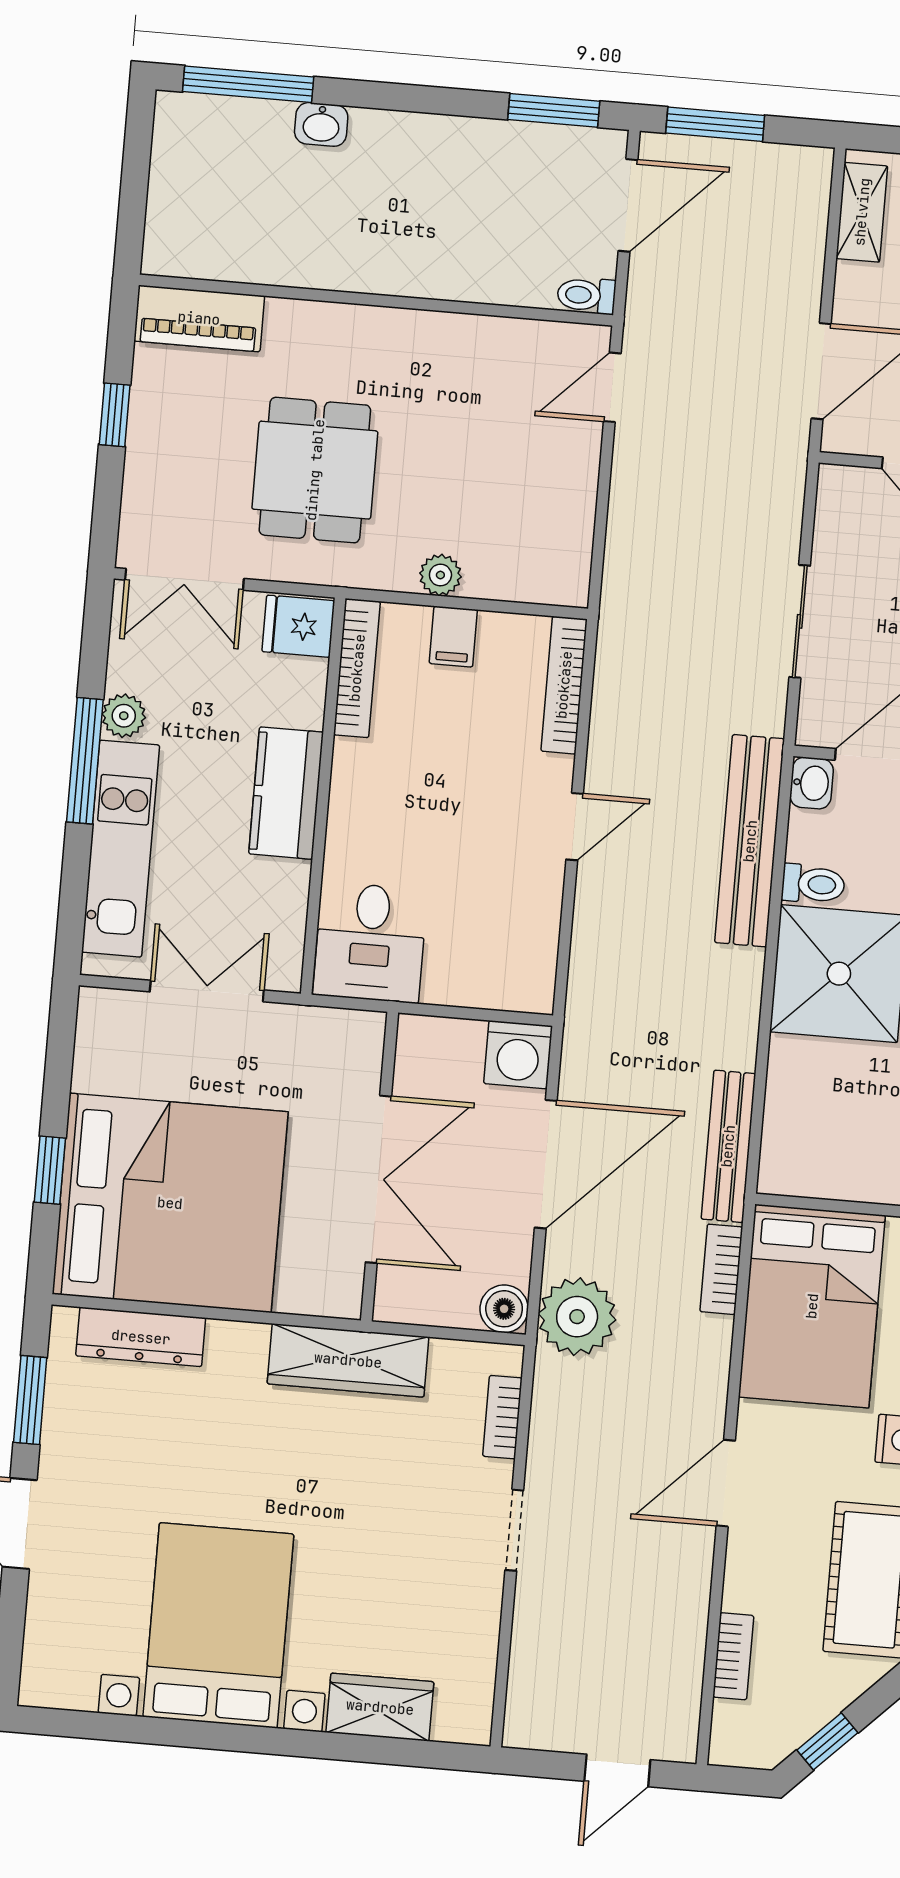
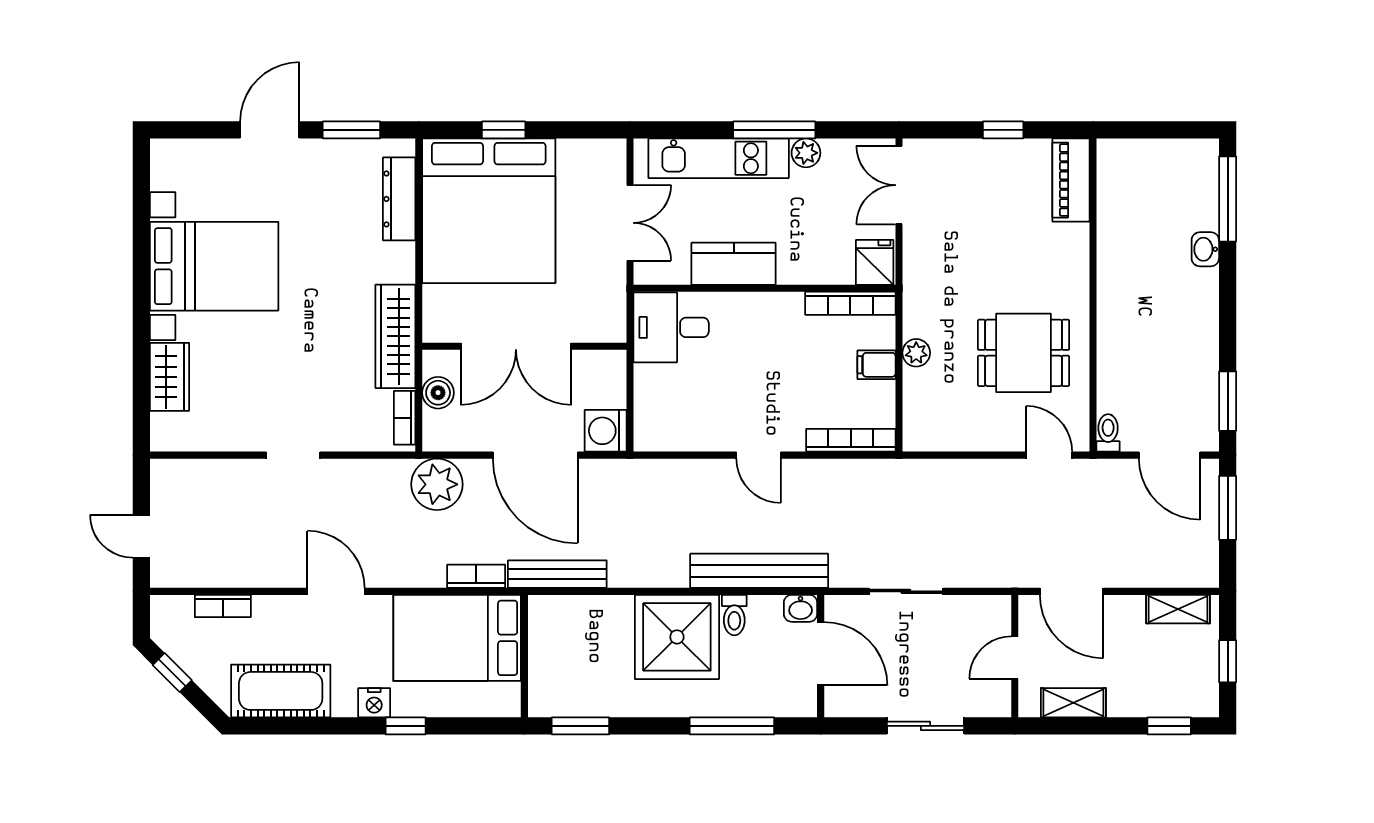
dining table: (315, 470) -> (1024, 353), moved
kitchen counter: (286, 793) -> (734, 264), moved
boiler: (504, 1309) -> (438, 393), moved
bookcase: (502, 1417) -> (405, 418), moved, turned -90

